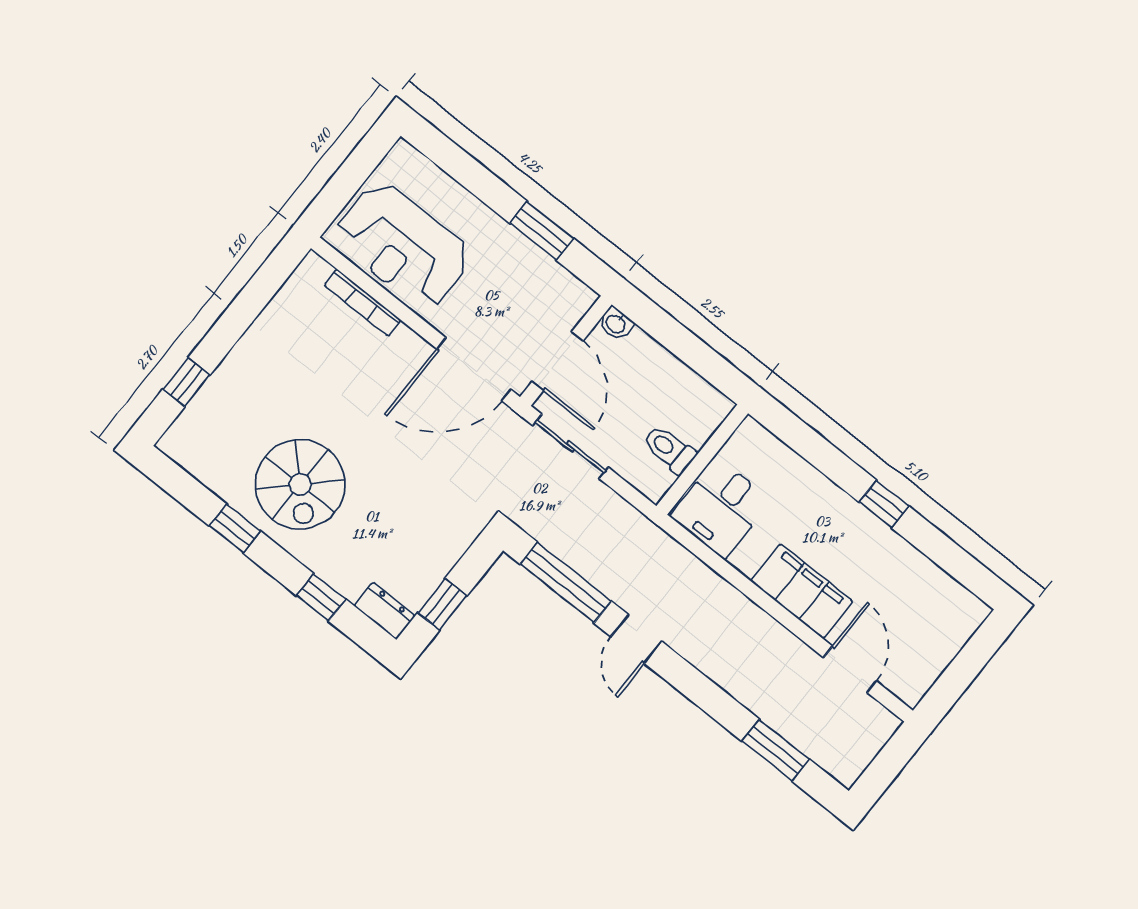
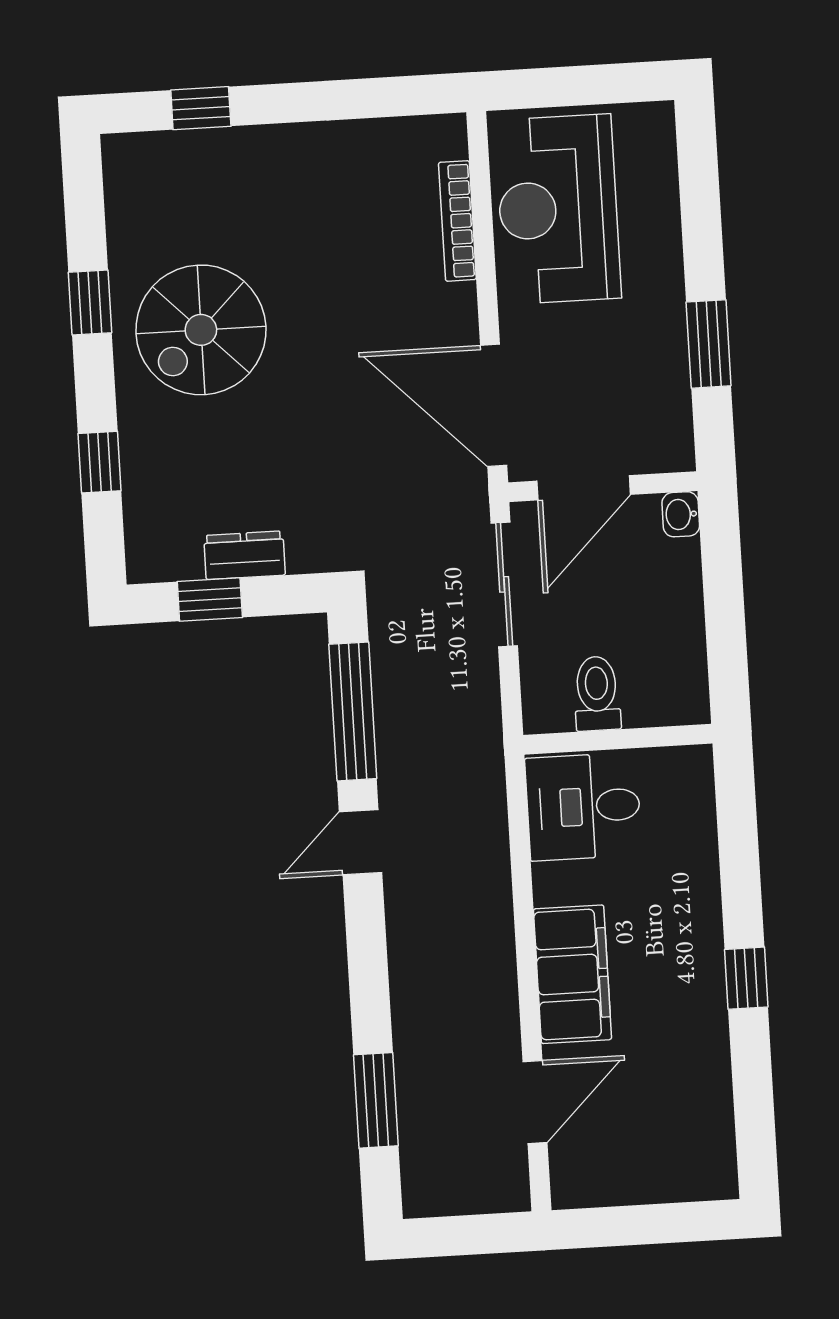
dresser: (385, 611) -> (245, 555), moved, turned -90

